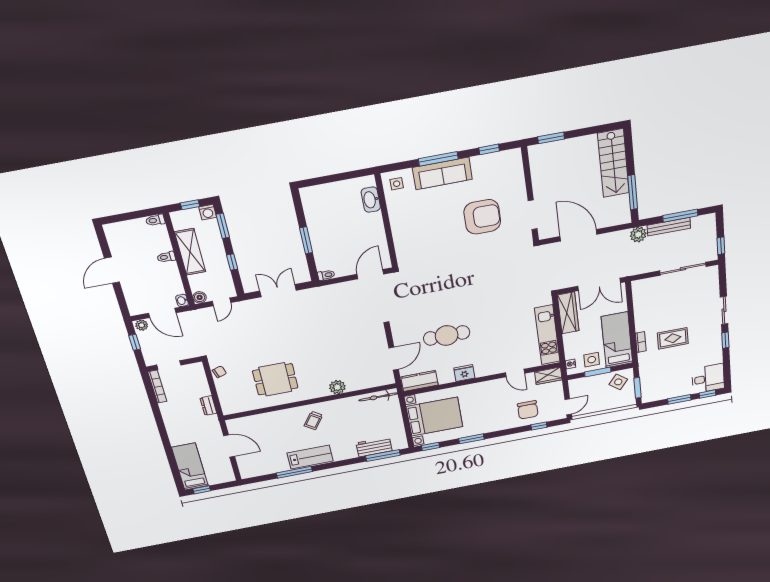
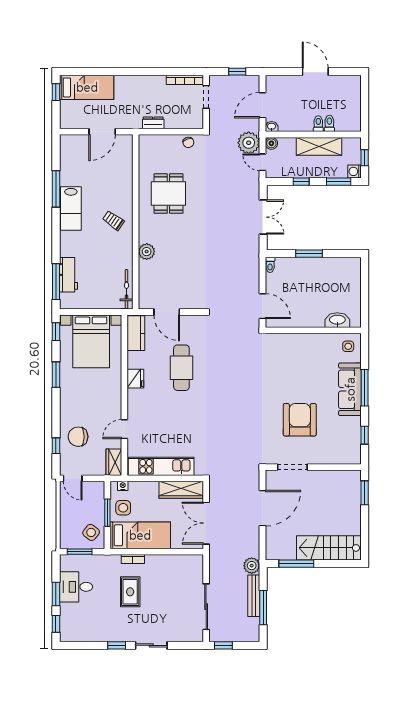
armchair: (482, 217) -> (300, 420), turned 180
toilet: (155, 220) -> (329, 123), moved
plant: (142, 325) -> (249, 143), moved, width x1.87, depth x1.87
desk: (708, 379) -> (76, 587), moved, turned 90

